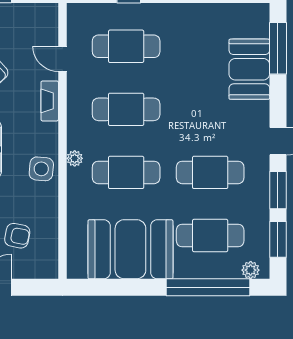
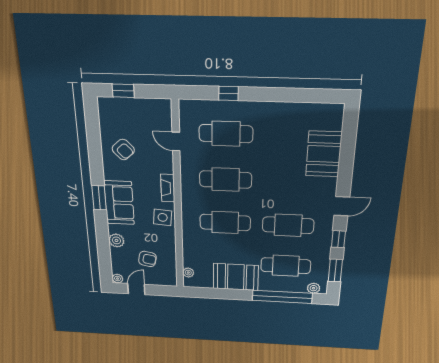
window: (278, 48) -> (349, 139), removed
fireplace: (50, 101) -> (168, 188), moved
plant: (75, 158) -> (188, 273), moved
window: (278, 190) -> (338, 239), width x0.67
booth: (130, 249) -> (236, 277), width x0.73, depth x0.70

